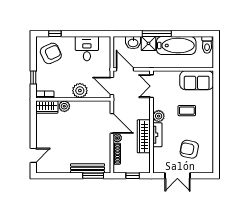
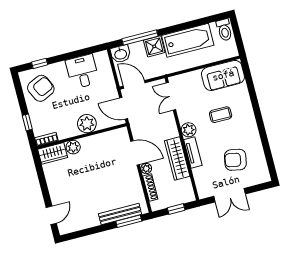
window: (157, 34) -> (140, 38), moved
washbasin: (133, 43) -> (121, 54), moved

